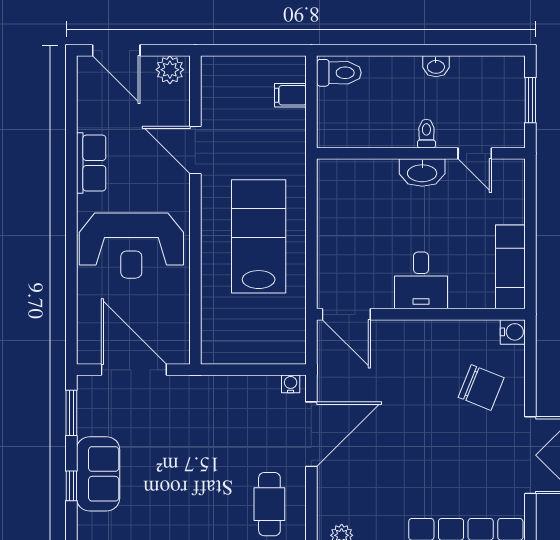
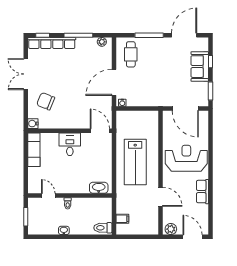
washbasin: (422, 172) -> (99, 188), moved

